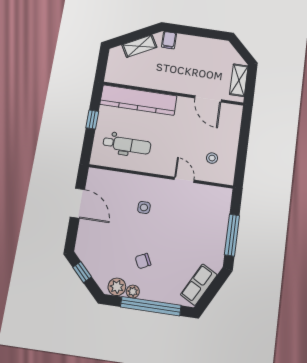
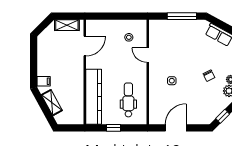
door: (184, 180) -> (148, 55), hinge flipped

